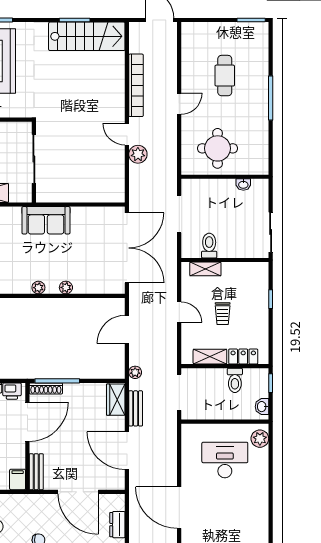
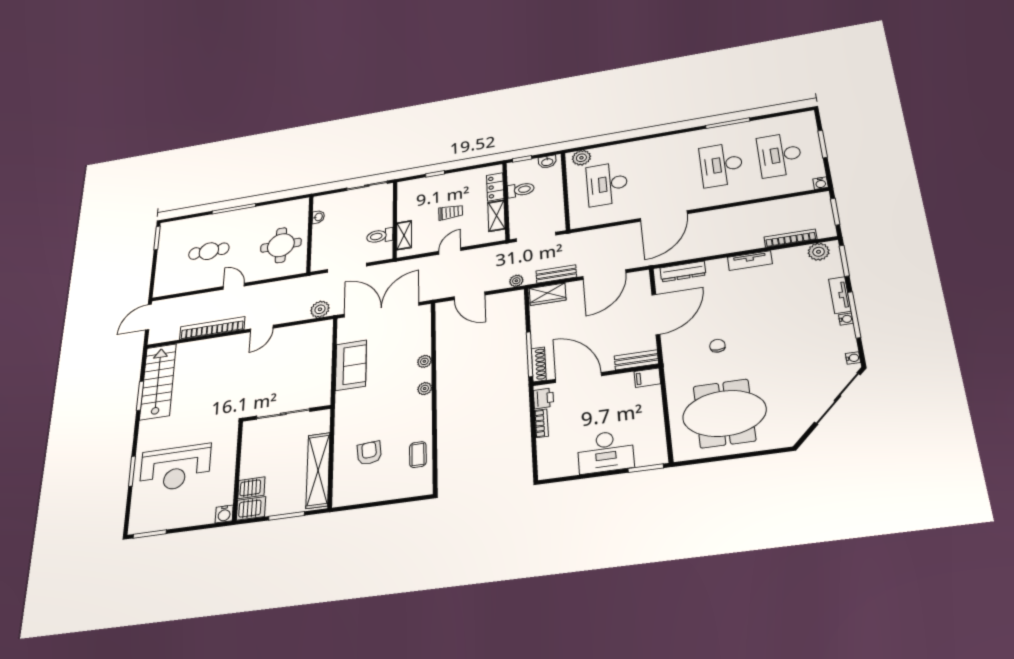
plant: (138, 154) -> (320, 309), moved
sofa: (46, 220) -> (351, 365), moved
dresser: (117, 525) -> (683, 271), width x1.44

